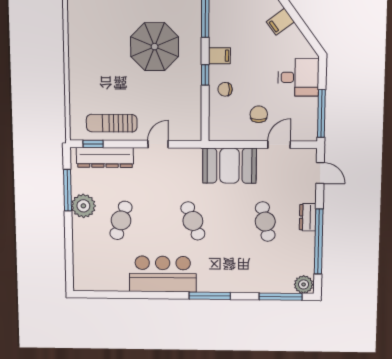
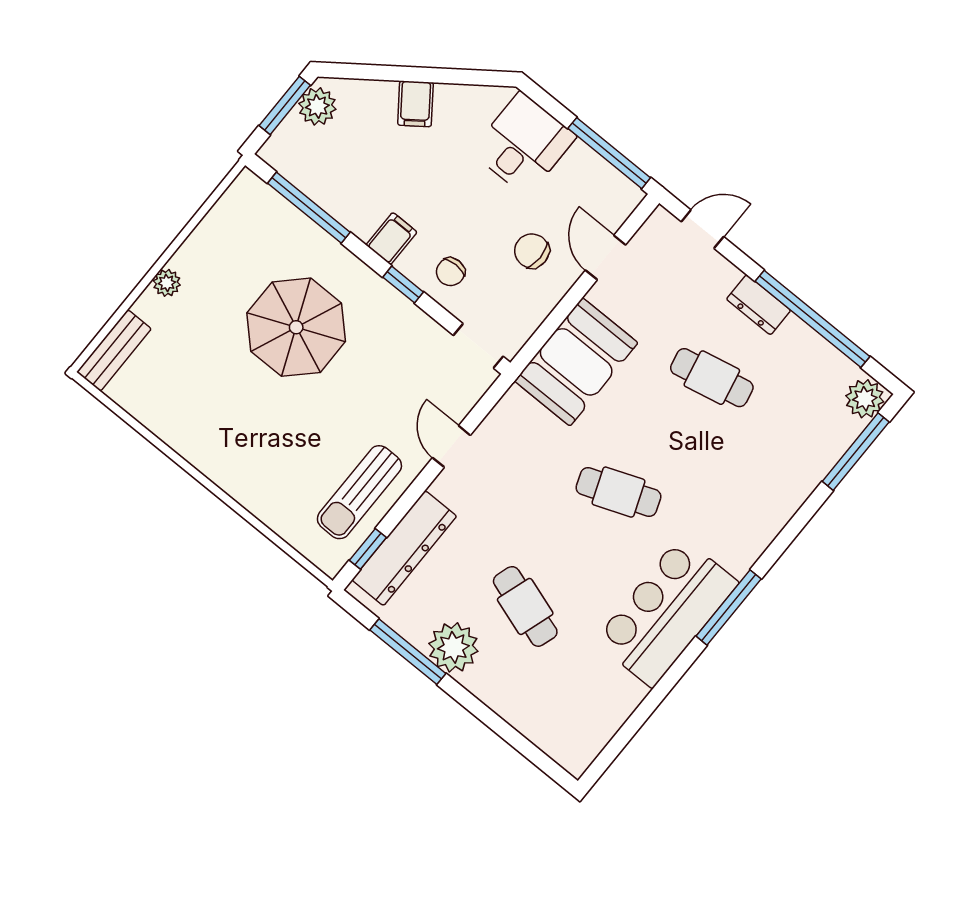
doorway: (205, 123) -> (478, 346), added
window: (210, 296) -> (729, 608), moved

